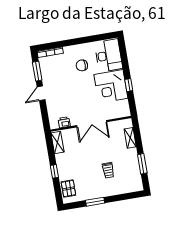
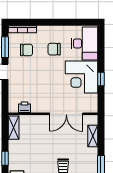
chair: (57, 70) -> (27, 50), added
double door: (92, 124) -> (66, 114), moved

